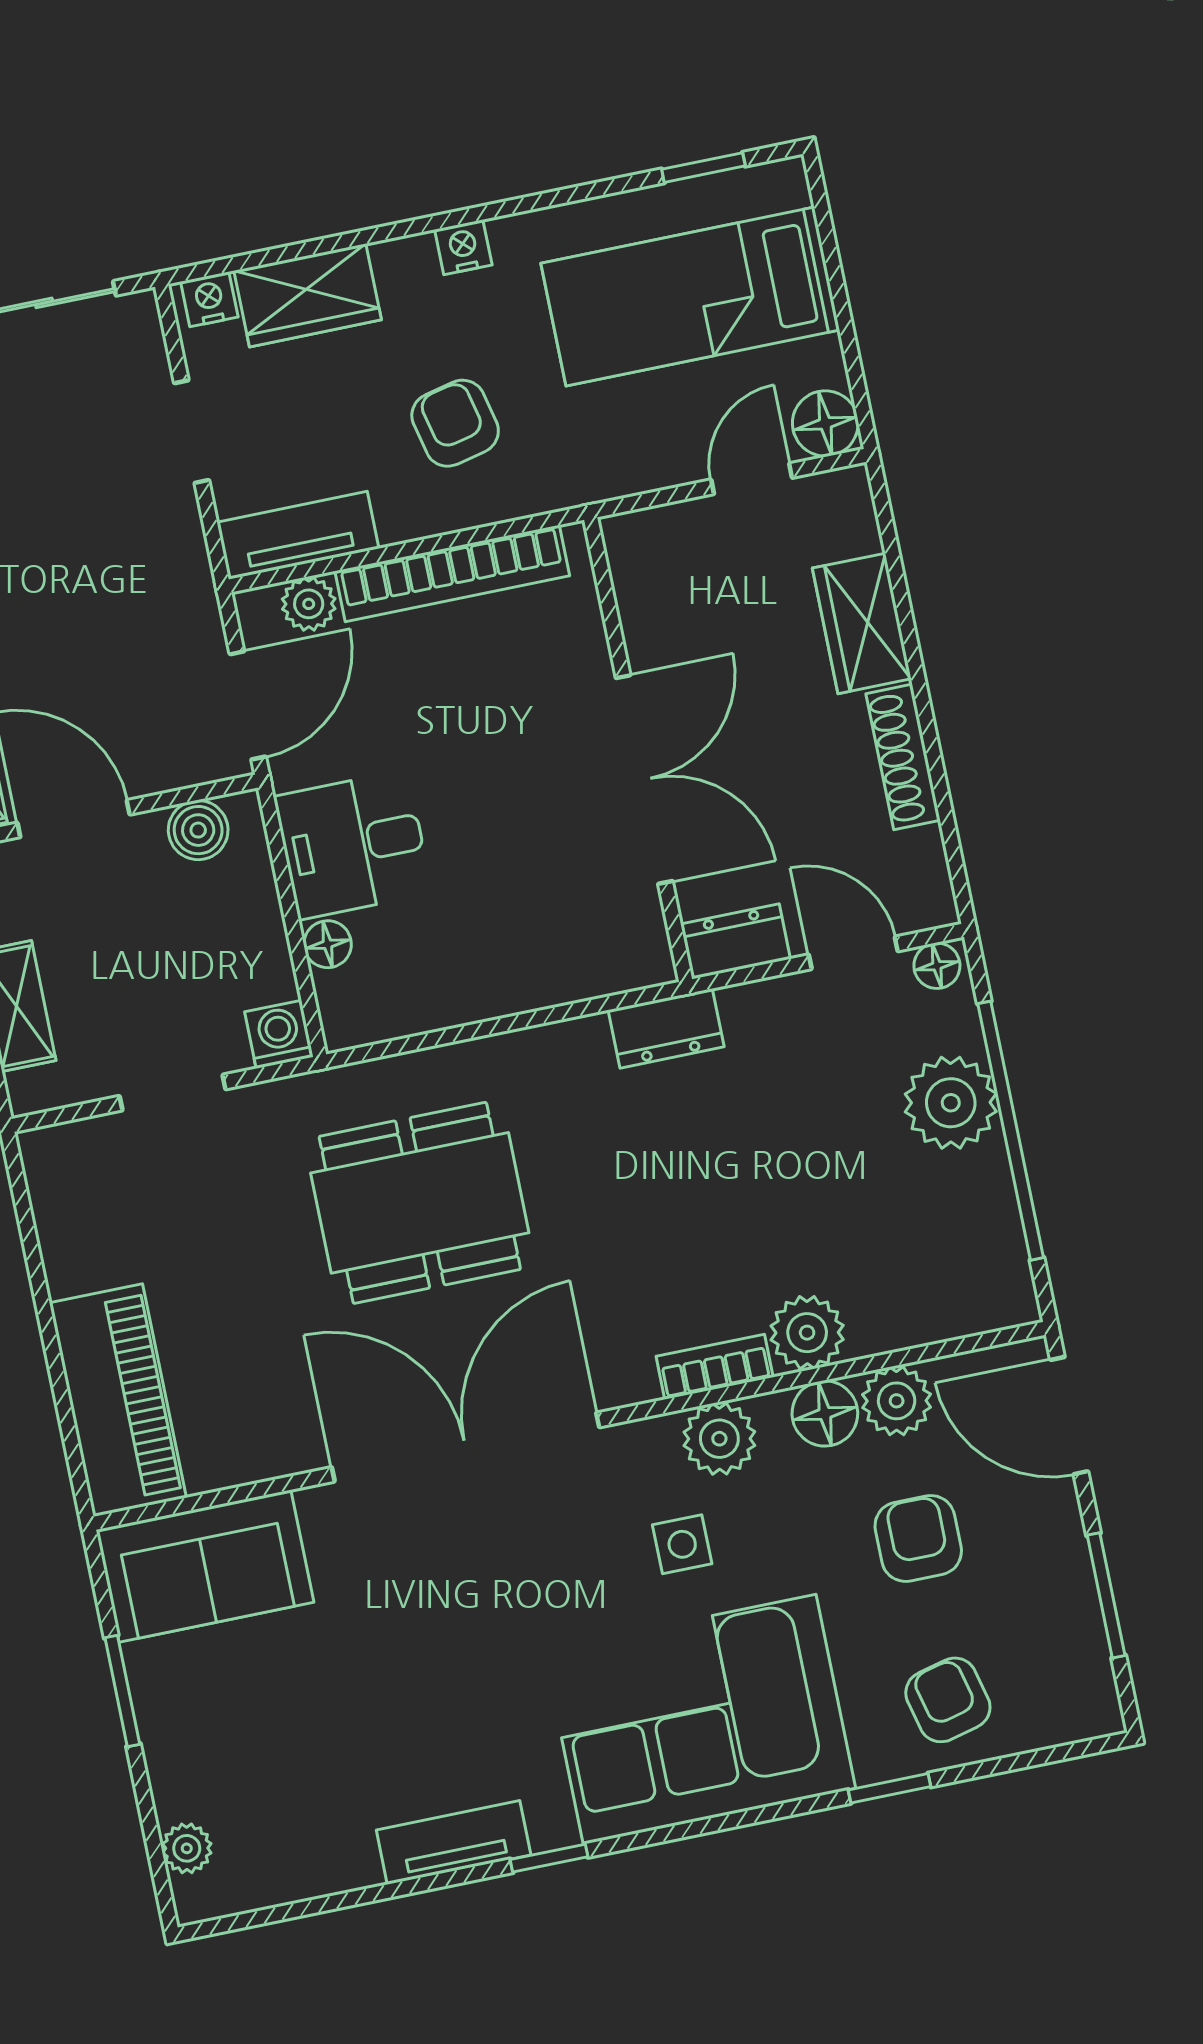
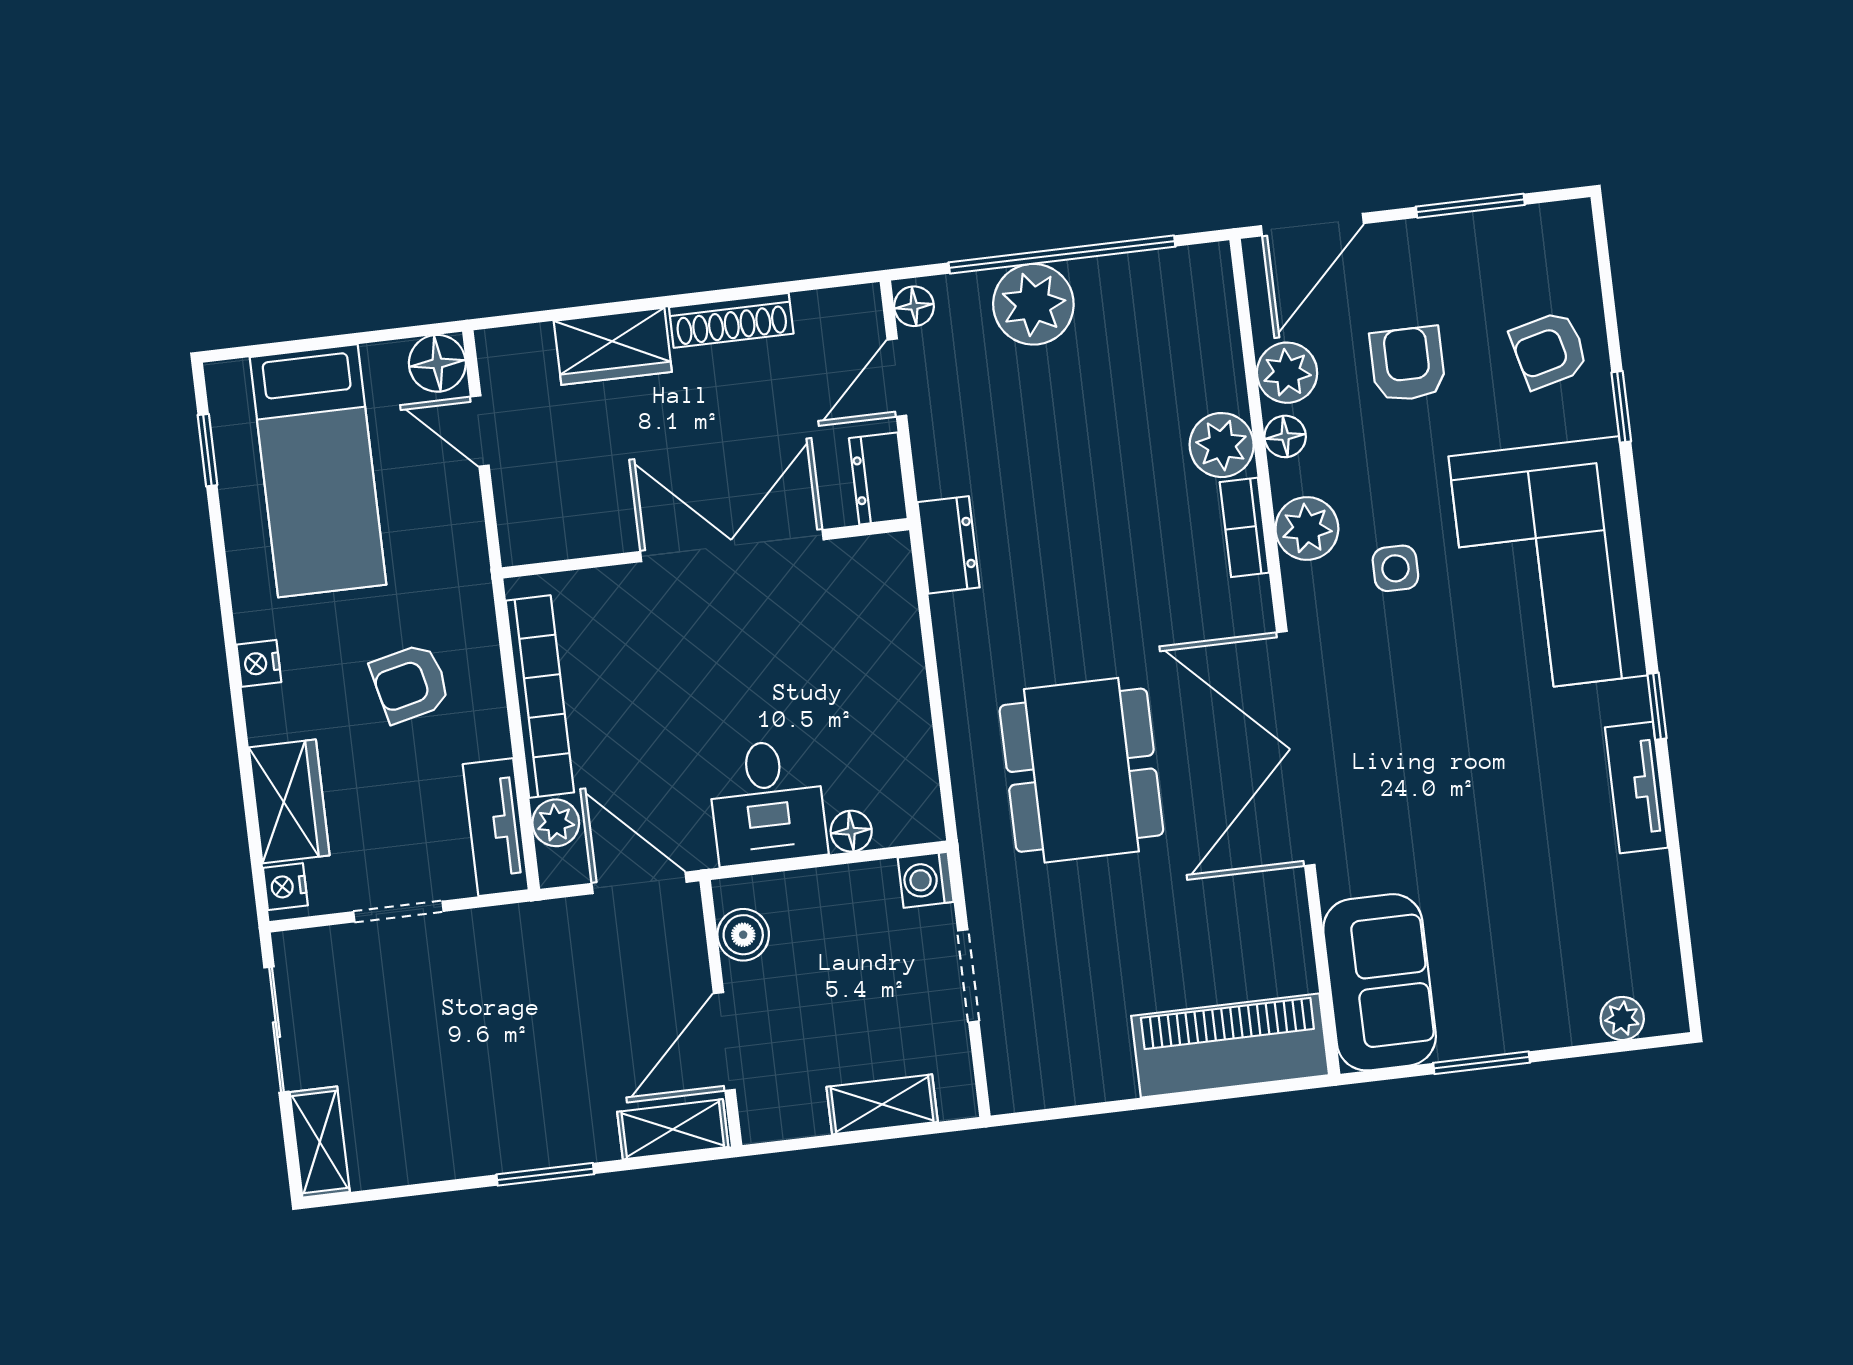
floor lamp: (825, 1414) -> (1285, 436), width x0.73, depth x0.73
armchair: (918, 1538) -> (1408, 364), turned 90

